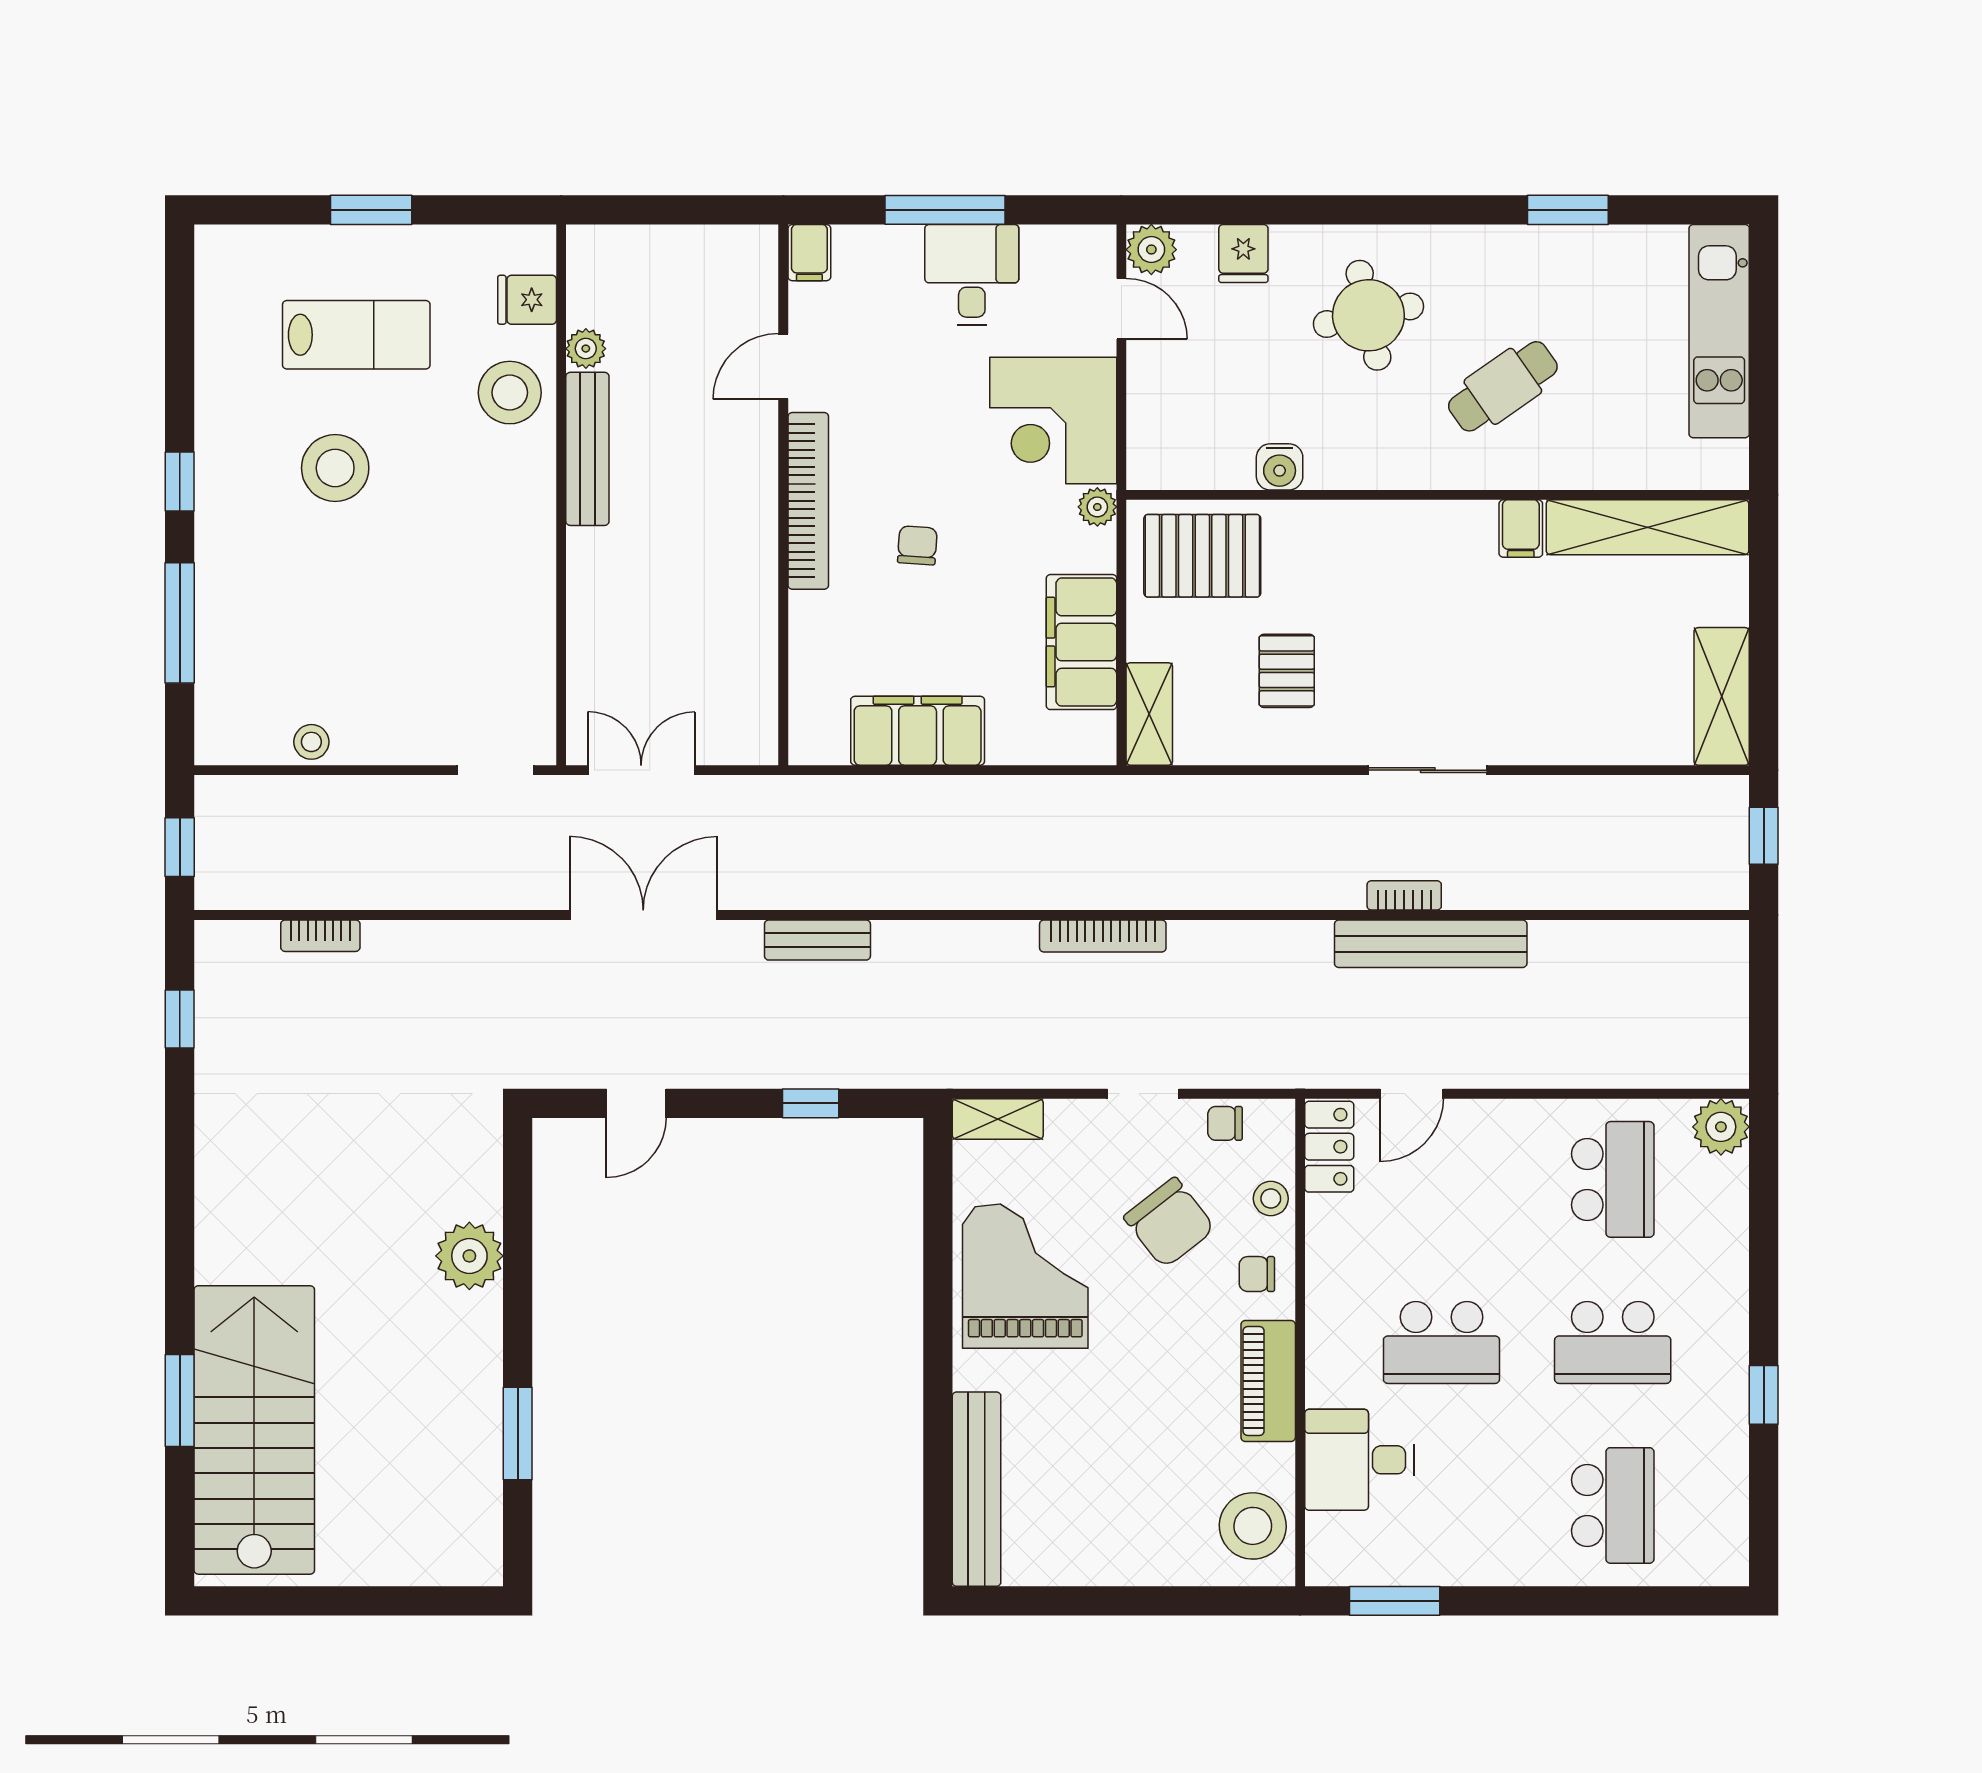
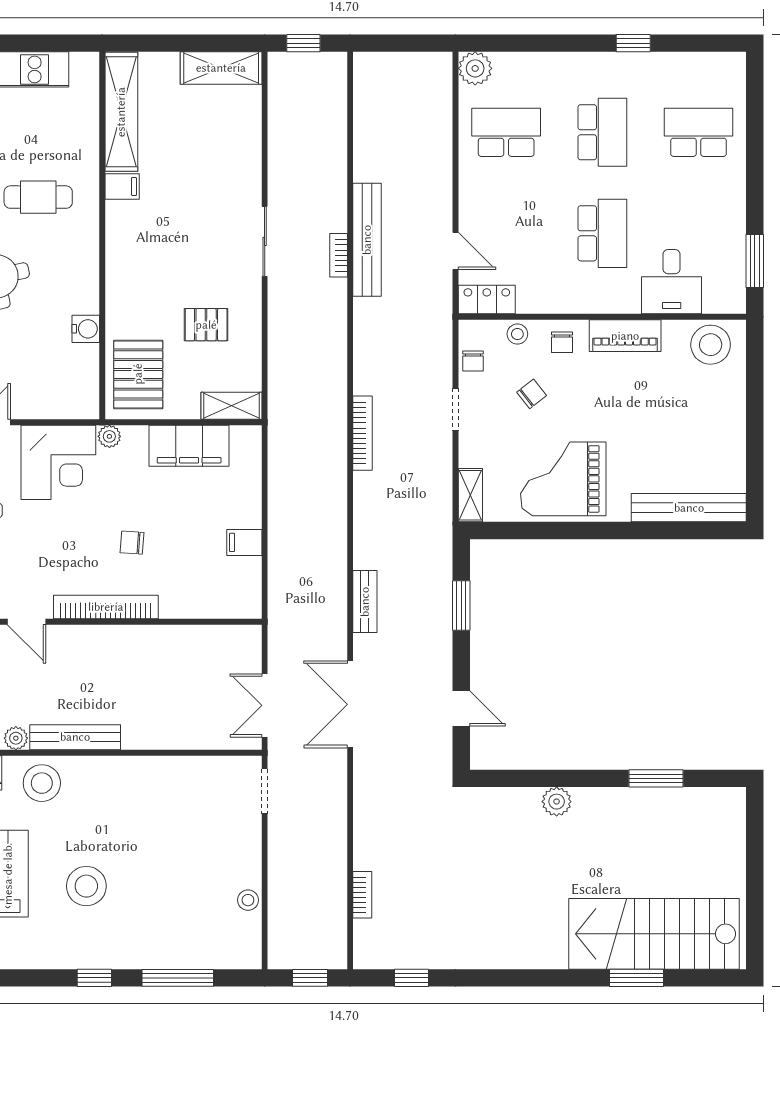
cafe table: (1503, 386) -> (38, 197), turned -55
filing cabinet: (918, 731) -> (244, 542), width x0.33, depth x0.86
window: (811, 1103) -> (461, 605), width x1.50
chair: (1169, 1223) -> (532, 394), width x0.54, depth x0.54
plant: (469, 1256) -> (557, 802), width x0.73, depth x0.73

